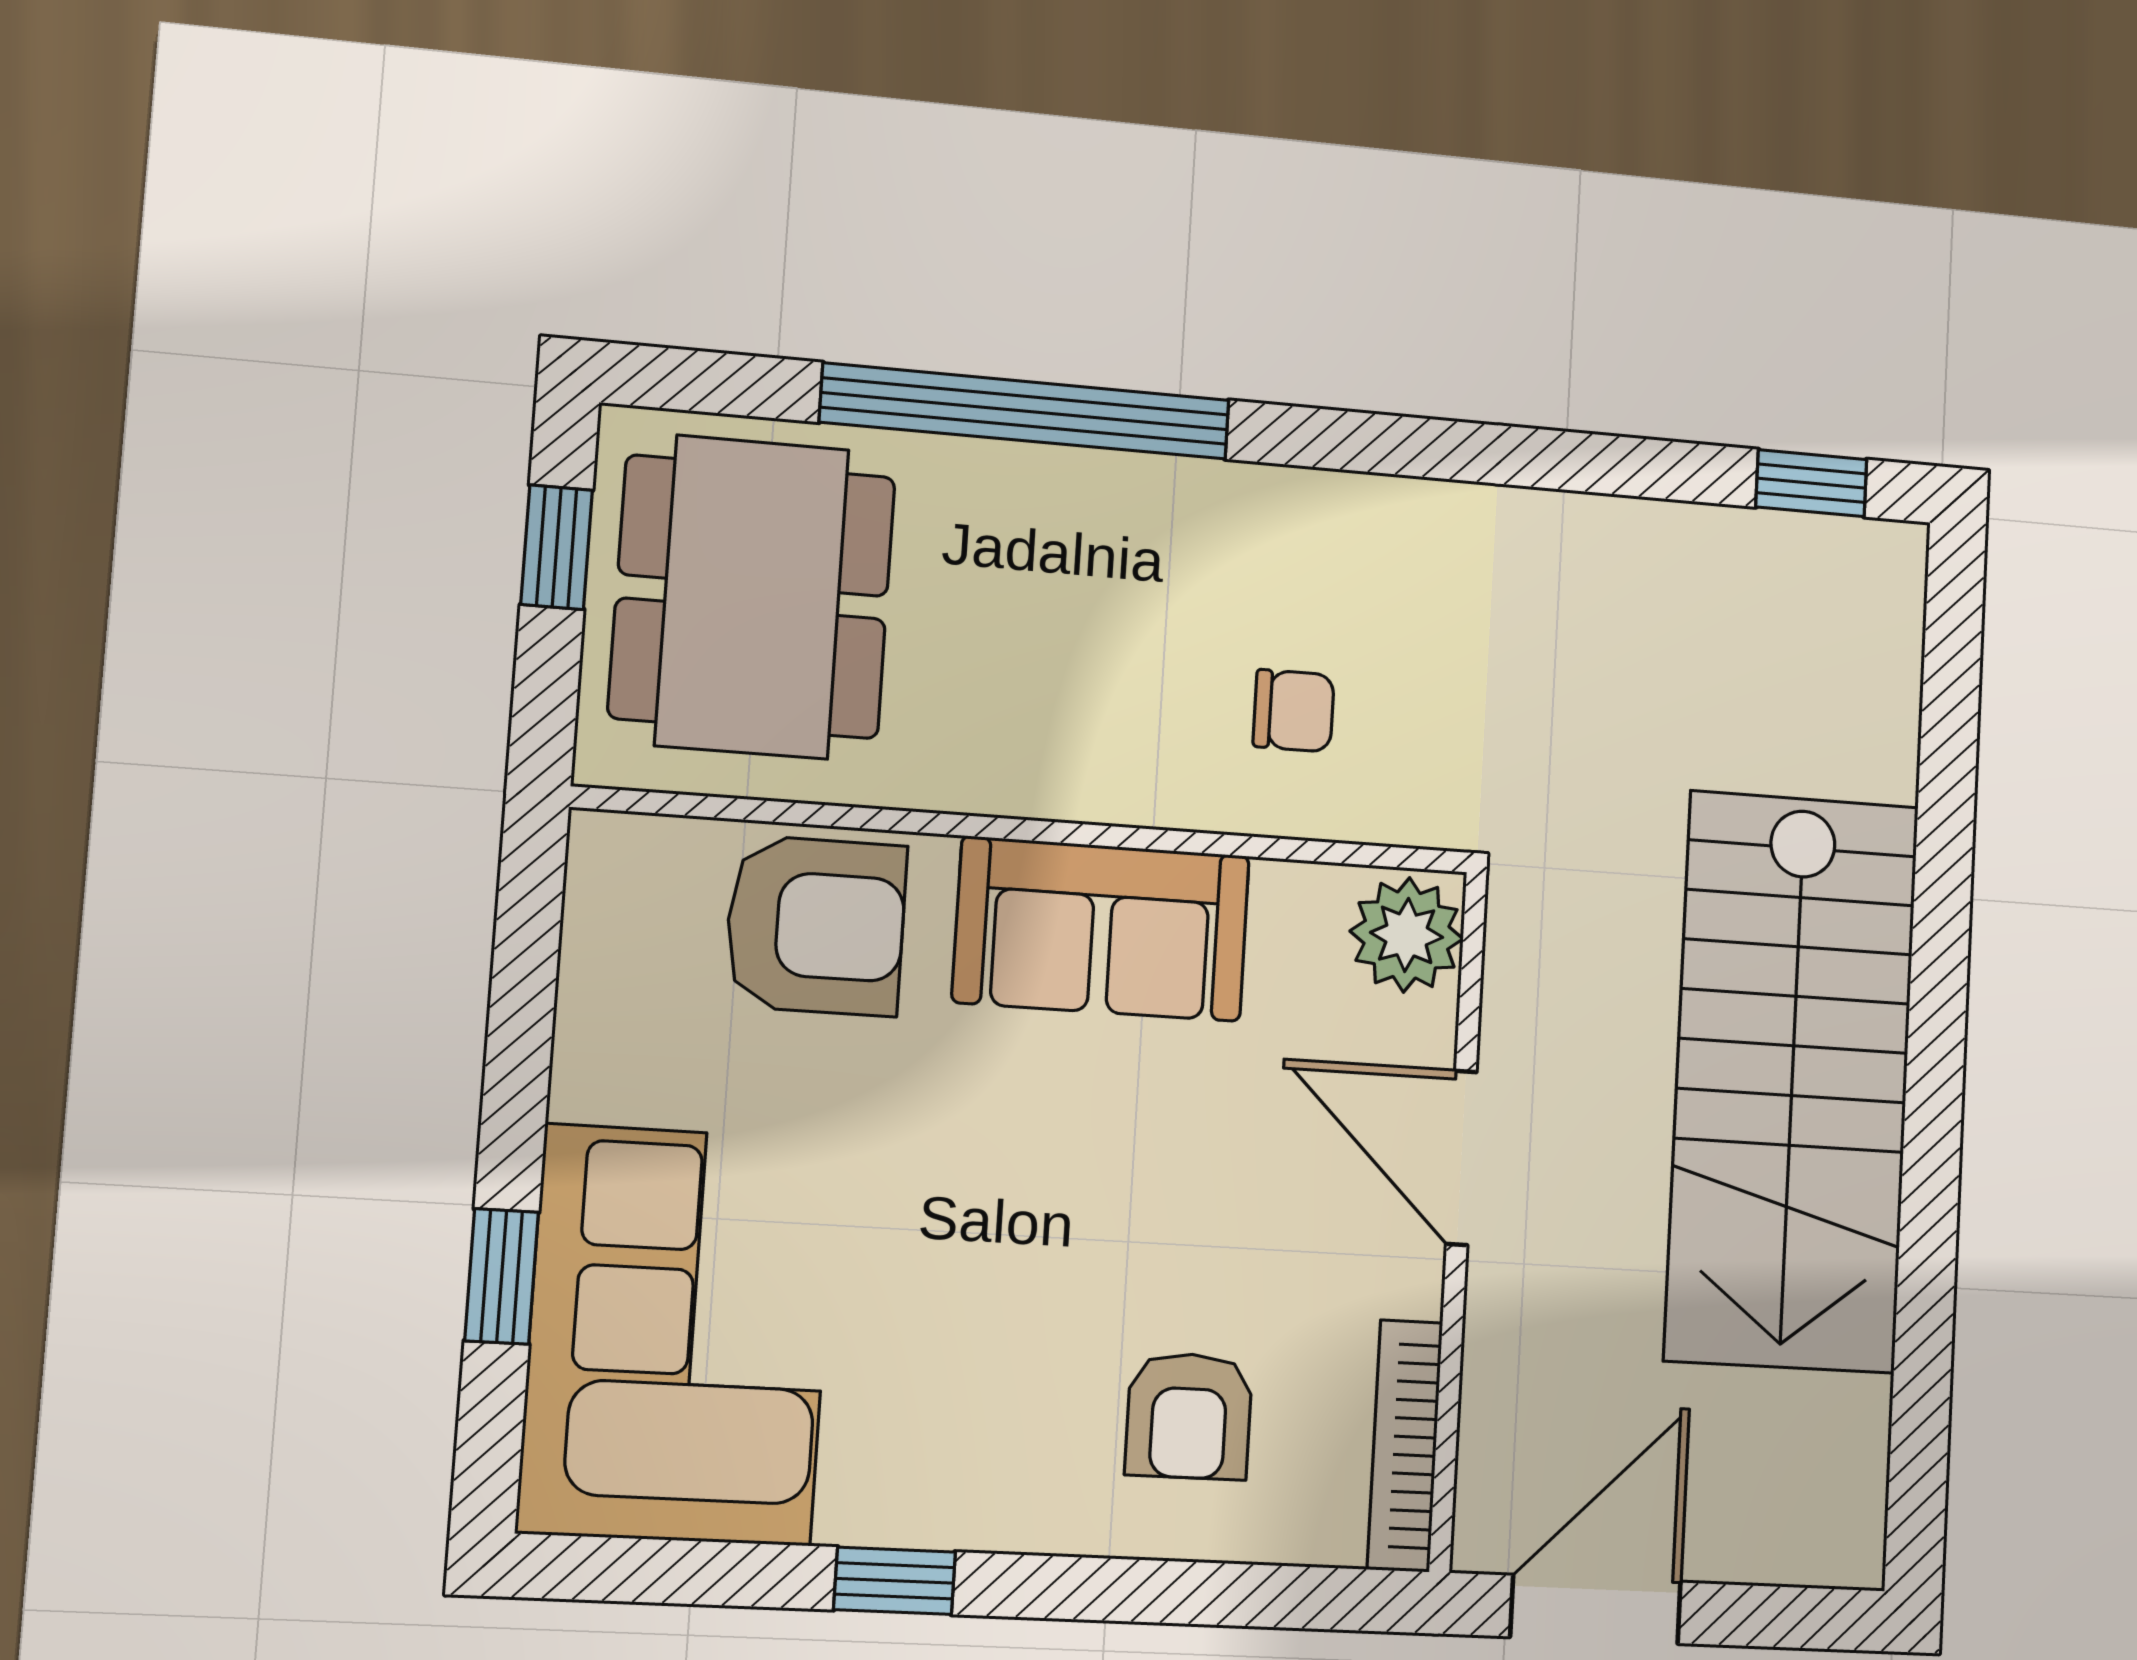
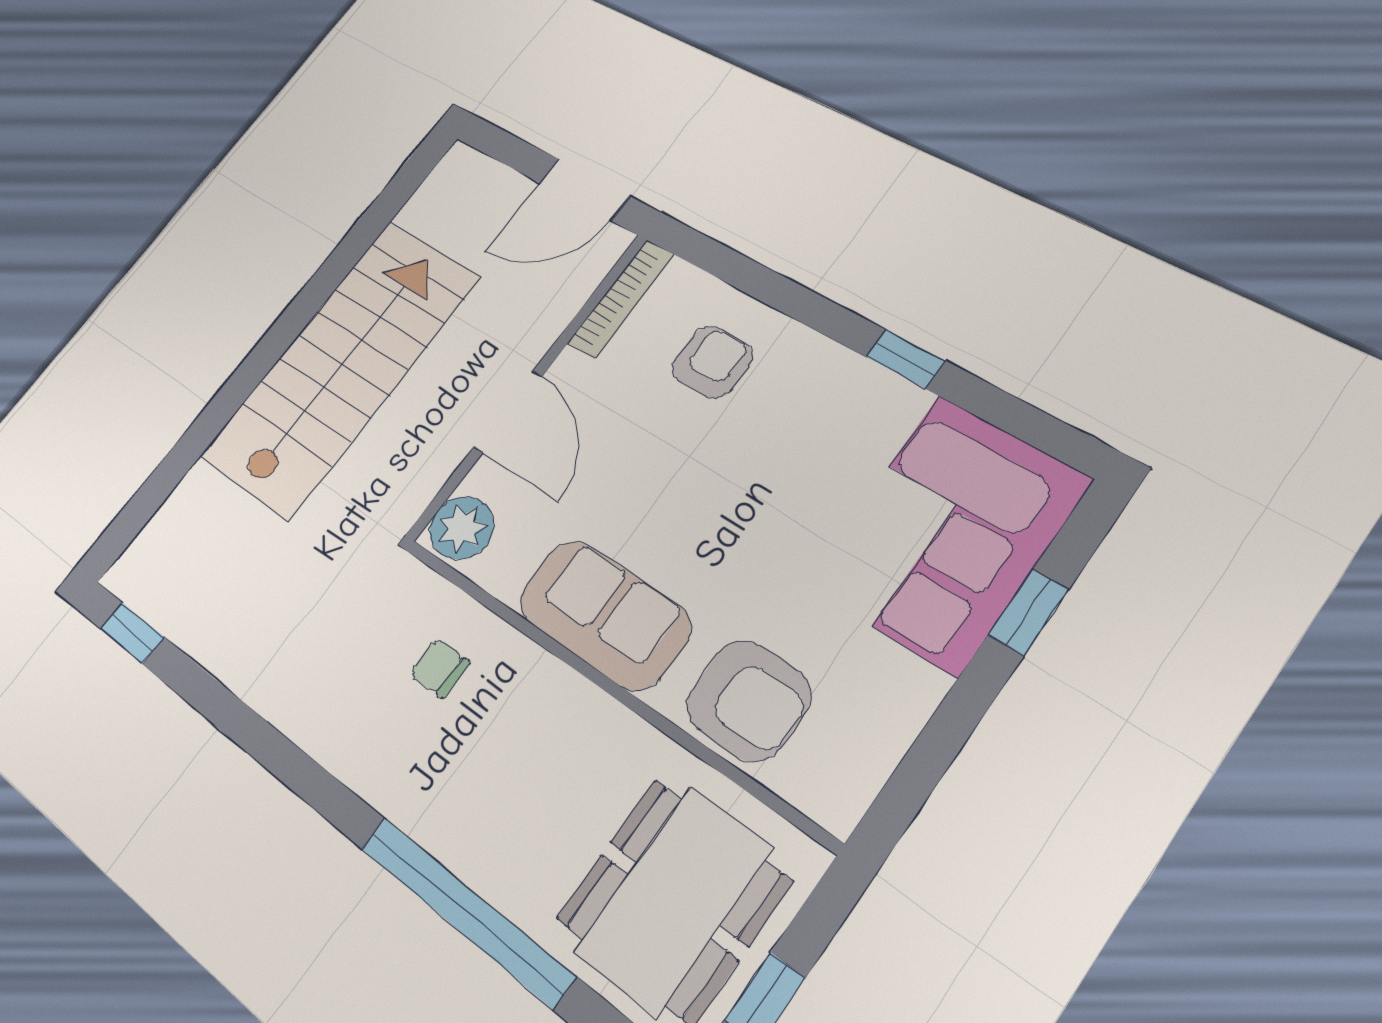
armchair: (816, 926) -> (748, 700), turned 180

